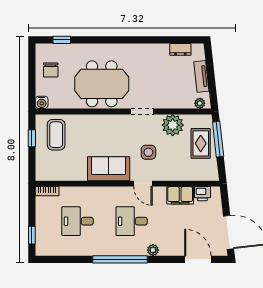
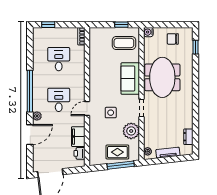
sofa: (109, 169) -> (130, 79), moved, turned 180
door: (198, 259) -> (30, 135), moved

